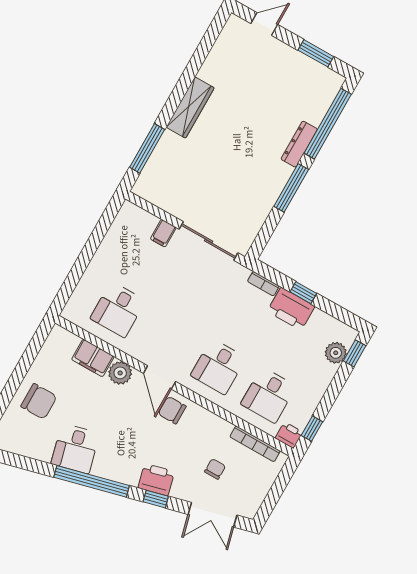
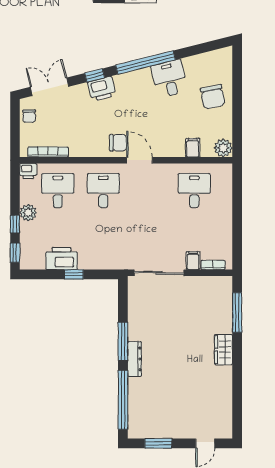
wardrobe: (190, 107) -> (224, 350), width x0.67
dresser: (299, 144) -> (134, 359), moved
bookcase: (263, 284) -> (213, 265), moved
printer: (291, 309) -> (62, 259), moved
plant: (336, 353) -> (28, 213), moved
filing cabinet: (93, 358) -> (193, 148), width x0.50
plant: (120, 373) -> (223, 148), moved
chair: (39, 401) -> (213, 97), turned -101
window: (312, 429) -> (15, 224), moved
chair: (215, 469) -> (29, 116), moved

